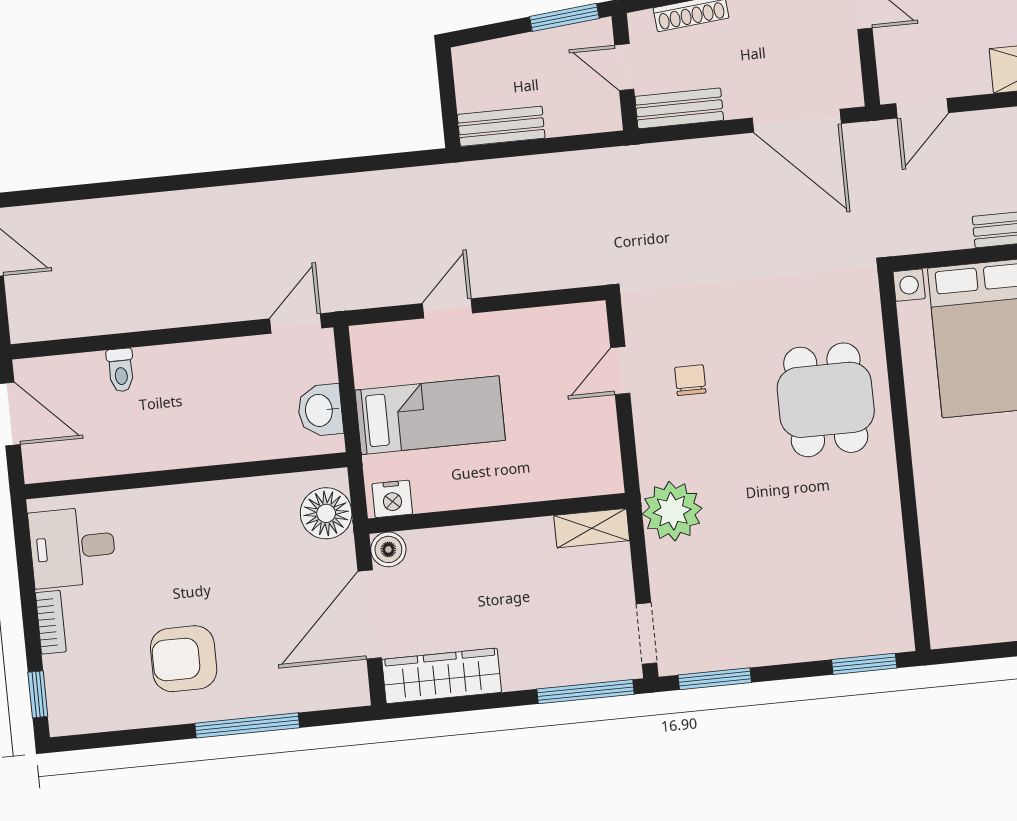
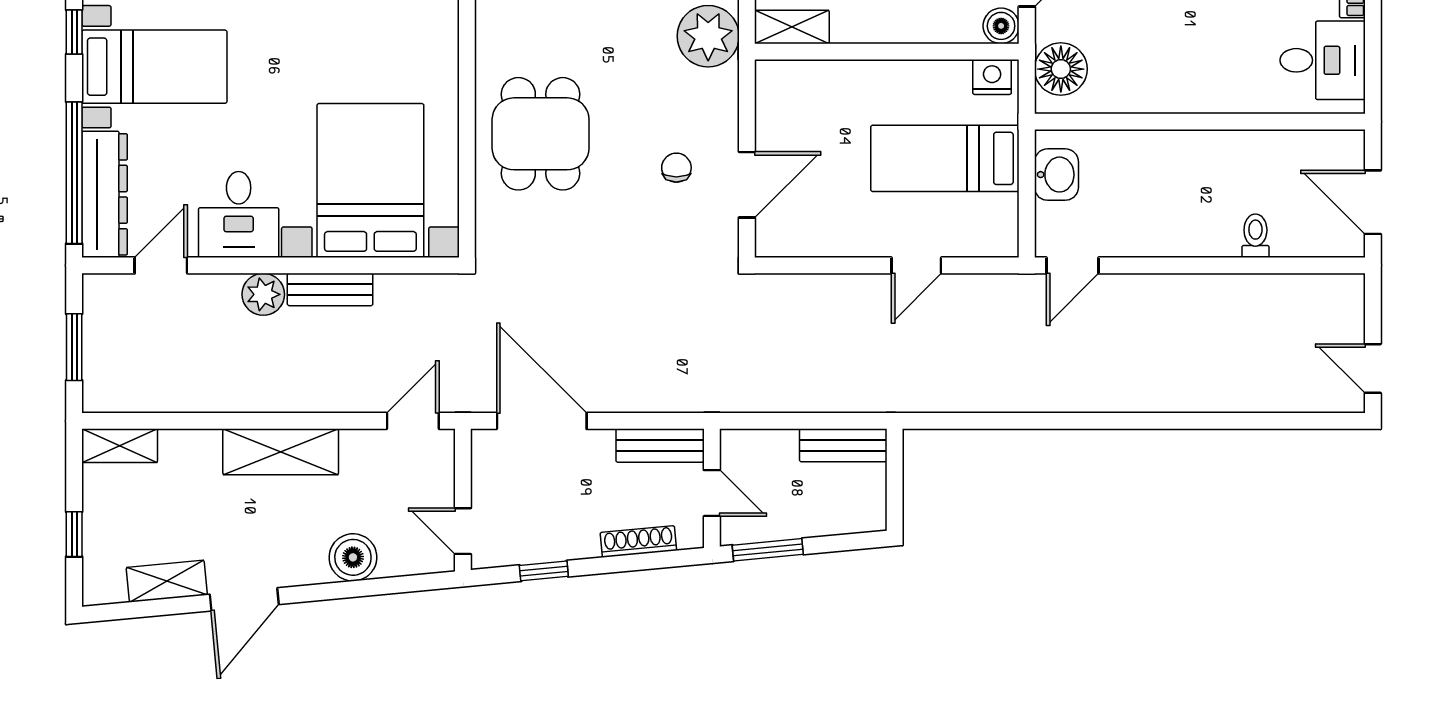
door: (620, 370) -> (747, 185), width x1.38
chair: (690, 380) -> (676, 168), turned 180

